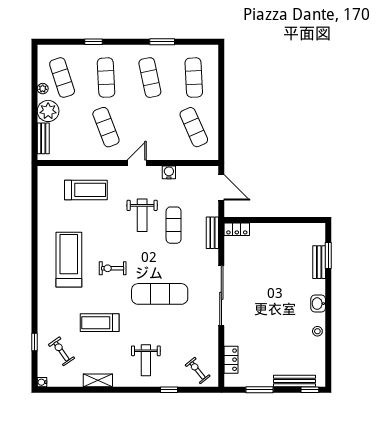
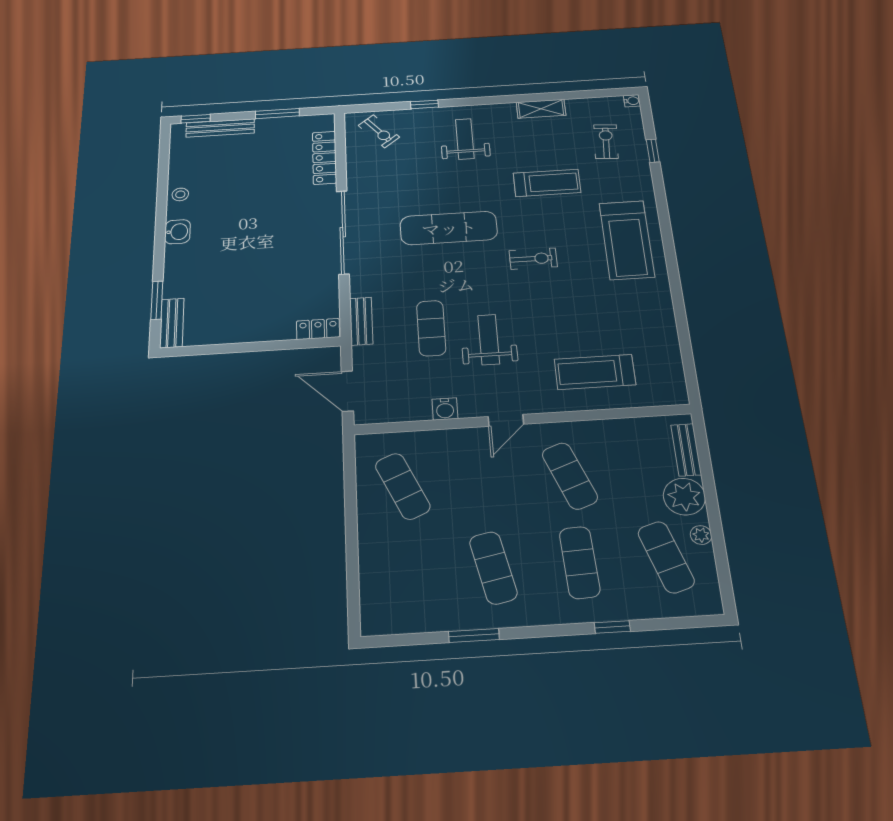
exercise mat: (194, 78) -> (407, 573), removed
treadmill: (69, 260) -> (627, 240), moved
bench: (319, 262) -> (172, 323), moved
exercise bike: (61, 351) -> (606, 142), turned -141
locker: (231, 360) -> (324, 158), width x1.53

